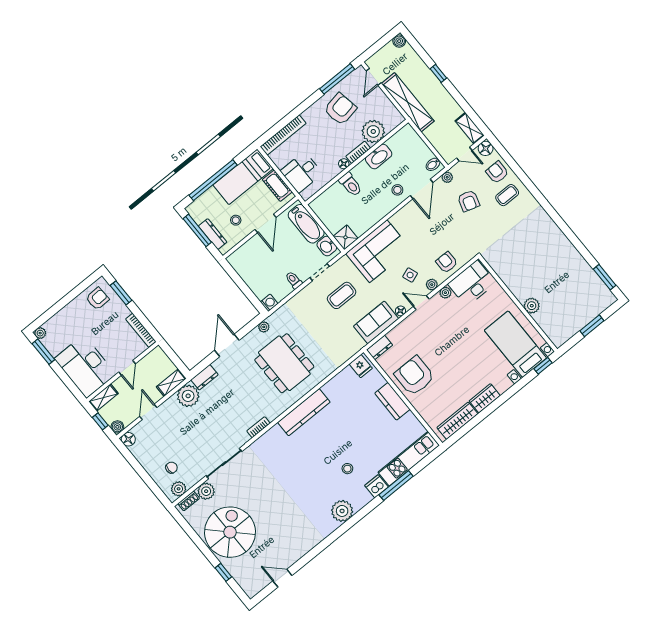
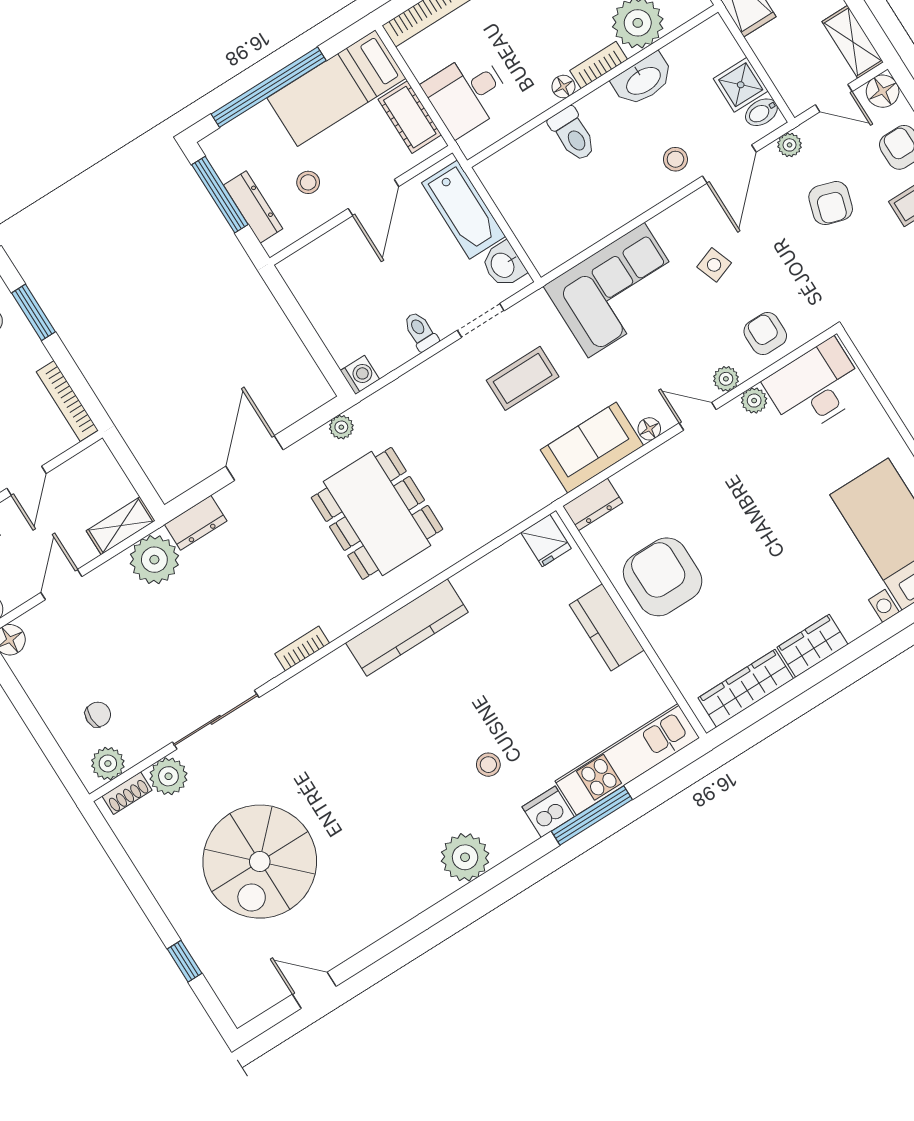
shower: (345, 237) -> (741, 85), moved
side table: (410, 275) -> (714, 265), moved
spiral stairs: (230, 532) -> (260, 862), moved, turned 180

